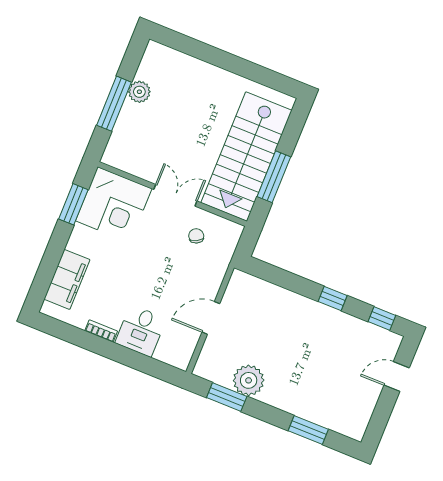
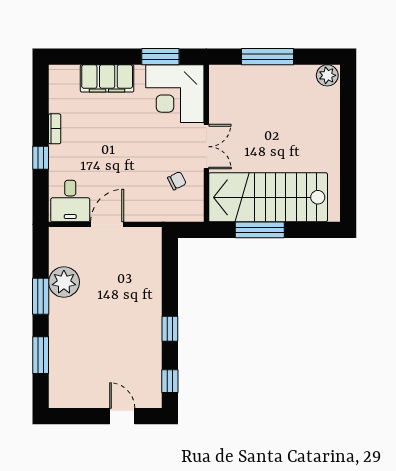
plant: (139, 92) -> (327, 75), moved
filing cabinet: (67, 279) -> (107, 78), moved
door: (211, 318) -> (107, 224), hinge flipped
desk: (141, 331) -> (70, 201), moved, turned -90
window: (123, 355) -> (41, 158), added
window: (227, 397) -> (41, 296), moved

